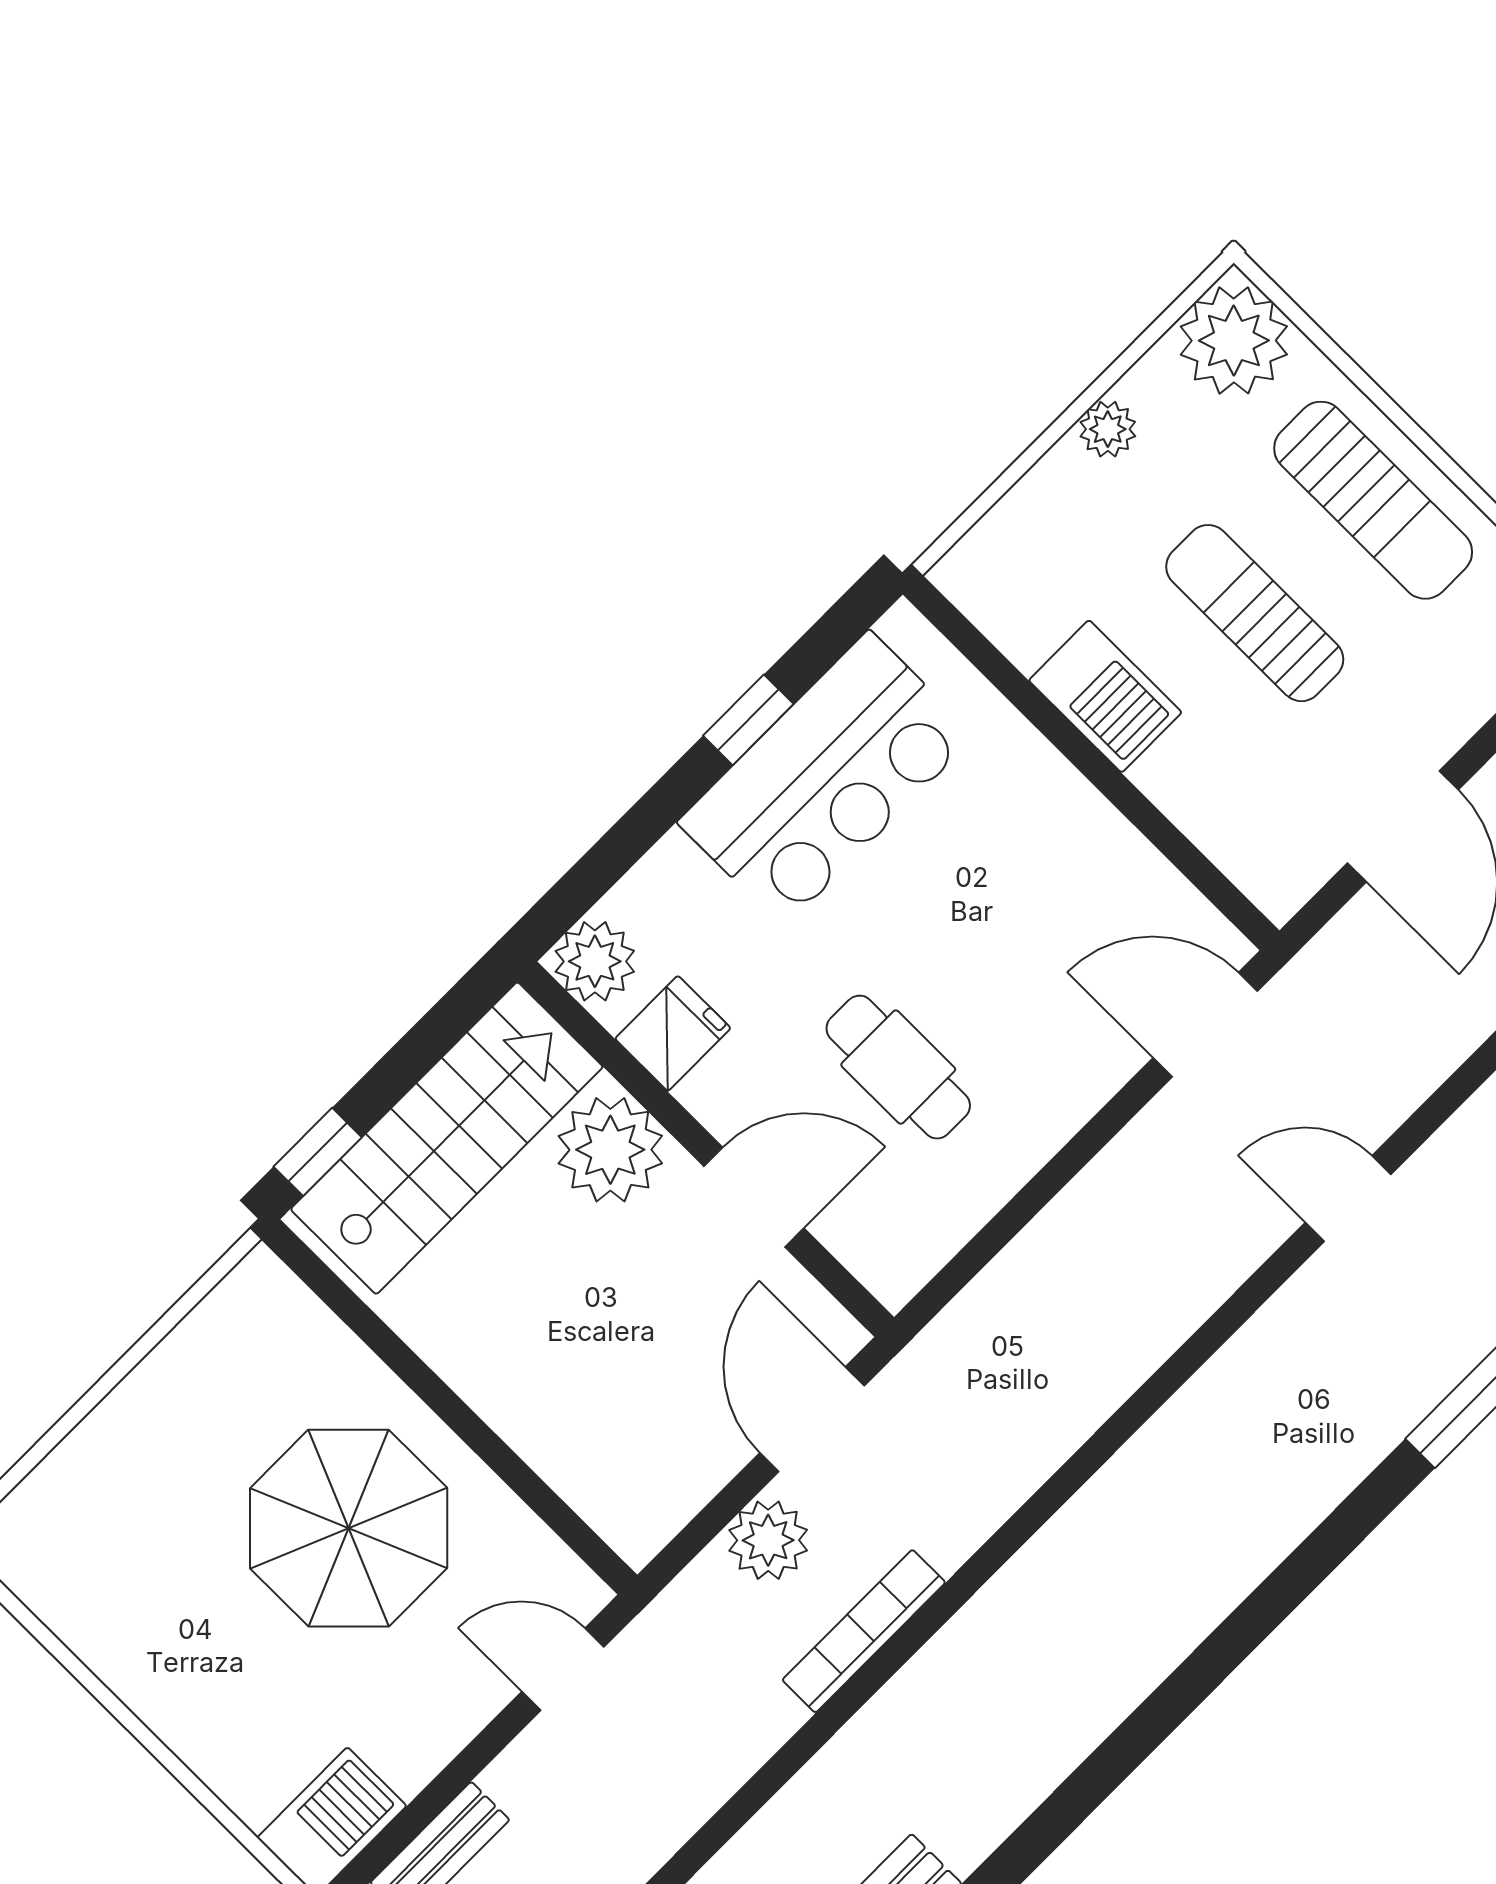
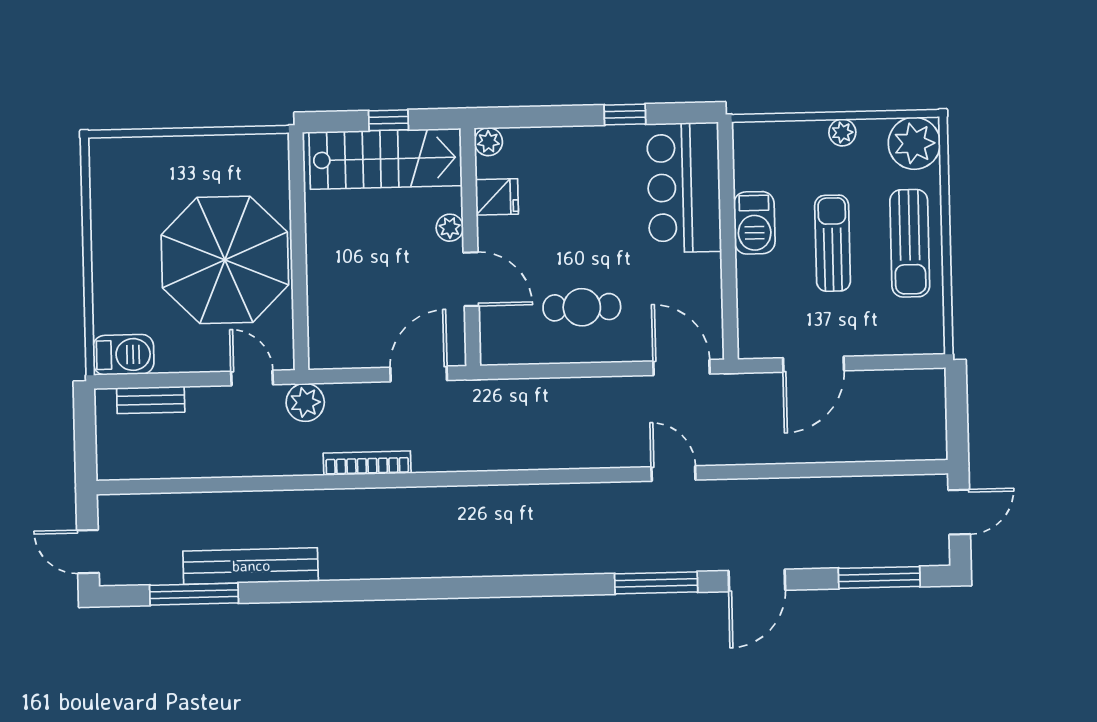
bar counter: (826, 779) -> (684, 188), moved, turned 90
plant: (595, 961) -> (488, 142), width x0.73, depth x0.73
cafe table: (898, 1067) -> (582, 307), moved, turned 90
plant: (610, 1150) -> (450, 228), width x0.53, depth x0.53
window: (318, 1152) -> (388, 120), moved
parasol: (349, 1528) -> (225, 260), width x1.36, depth x1.36
plant: (768, 1540) -> (305, 402), moved

